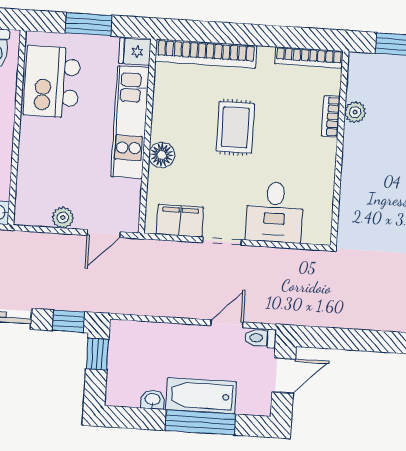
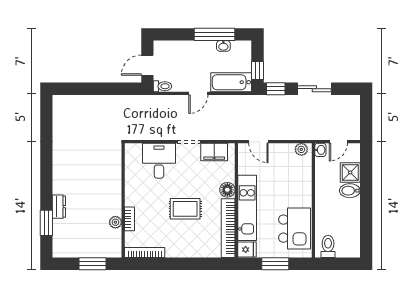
bookcase: (206, 54) -> (228, 228), moved, turned -90
rug: (235, 127) -> (185, 209), turned 90
plant: (63, 218) -> (301, 149), moved
door: (104, 234) -> (258, 142), swing flipped
door: (227, 324) -> (198, 93), moved
bathtub: (201, 396) -> (231, 82), moved, turned 180
window: (200, 422) -> (214, 34), moved

